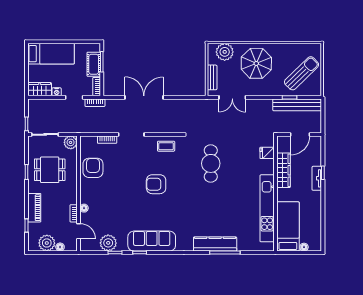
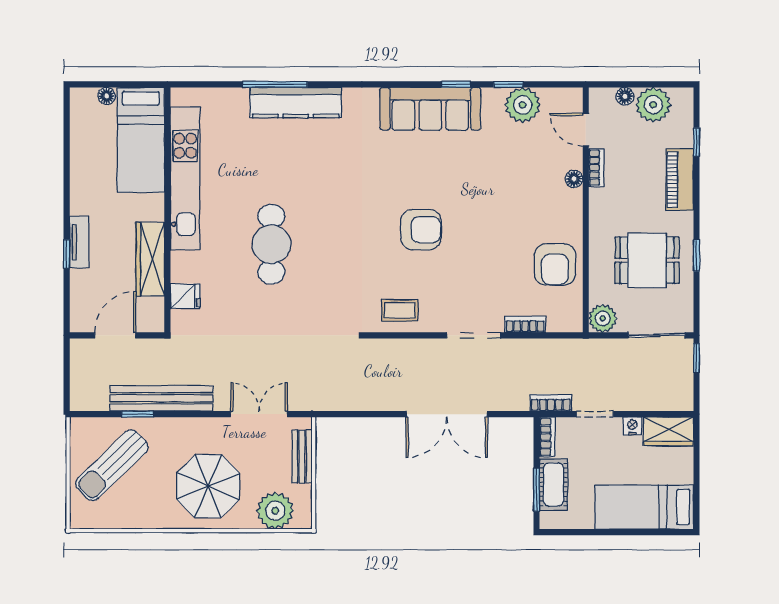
bench: (297, 105) -> (161, 398), moved
cafe table: (211, 163) -> (271, 244), moved

